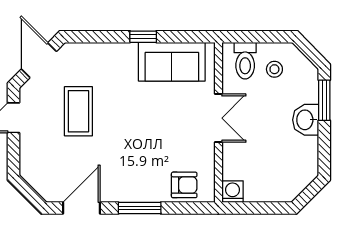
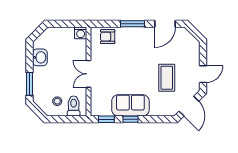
window: (186, 37) -> (106, 119), added
sofa: (172, 62) -> (130, 105), moved
washbasin: (306, 120) -> (40, 57), moved

